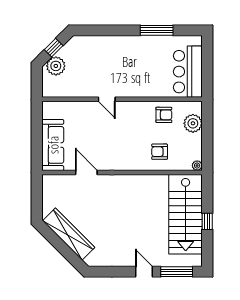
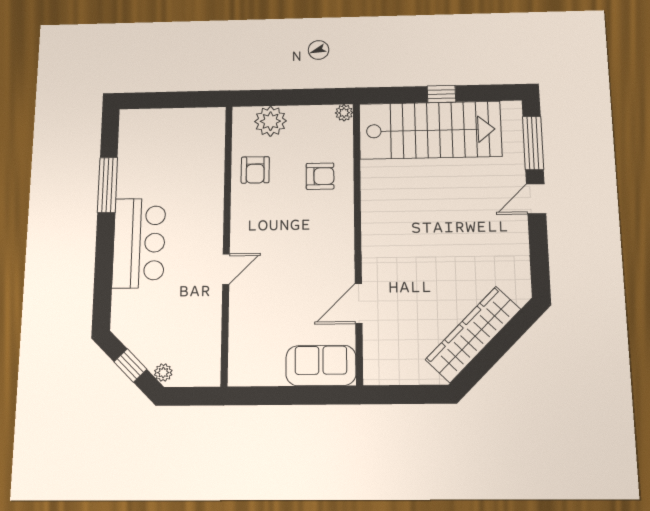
plant: (56, 66) -> (163, 373), width x0.53, depth x0.53
bar counter: (188, 72) -> (139, 243), moved, turned -90
armchair: (164, 115) -> (255, 170), turned 180
sofa: (53, 145) -> (321, 365), width x0.73
armchair: (160, 152) -> (320, 176), turned -90

